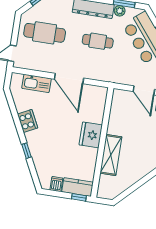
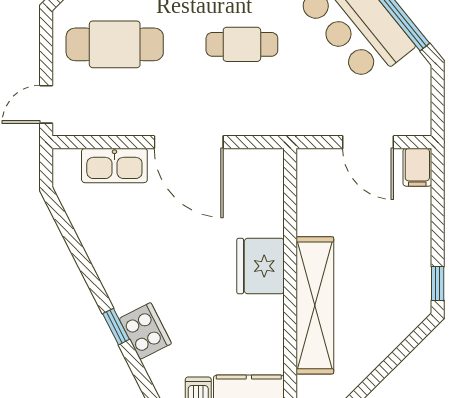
cooker: (28, 121) -> (145, 331), moved
shelving: (111, 155) -> (315, 305), width x1.47

